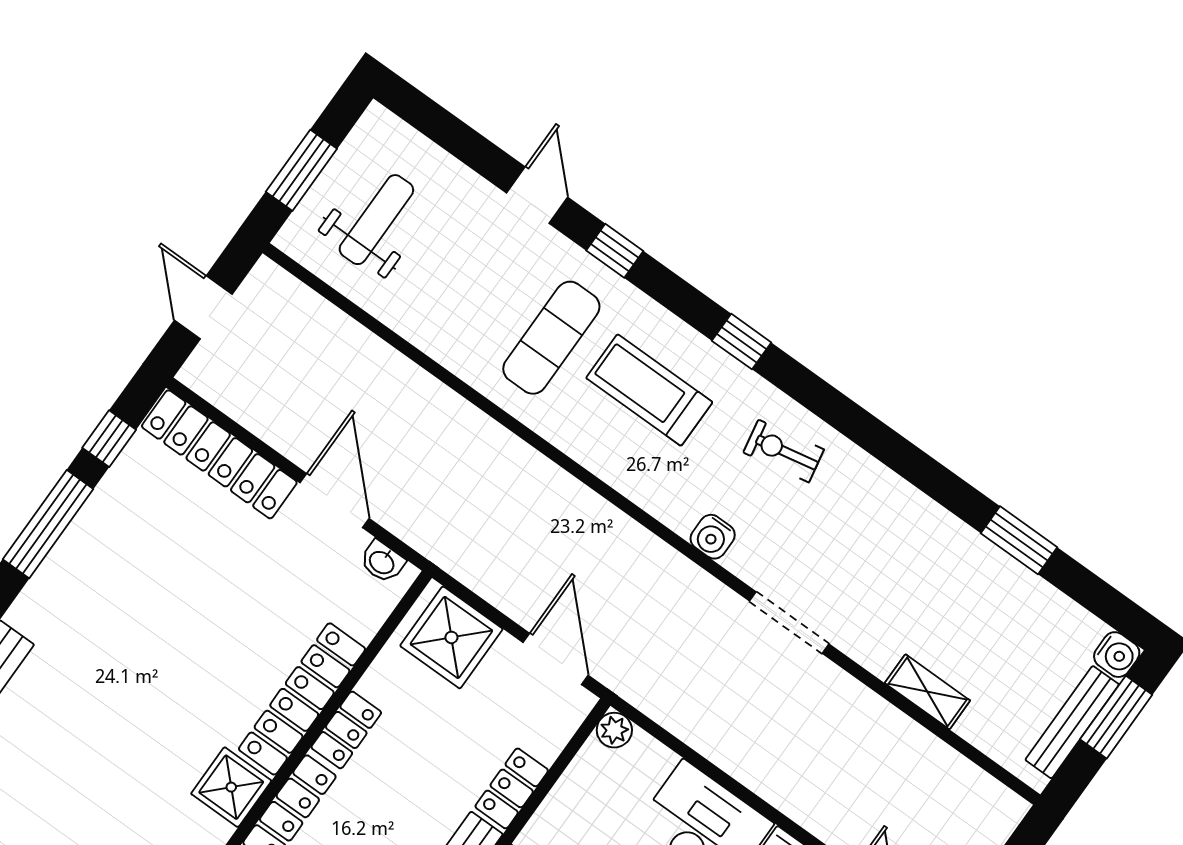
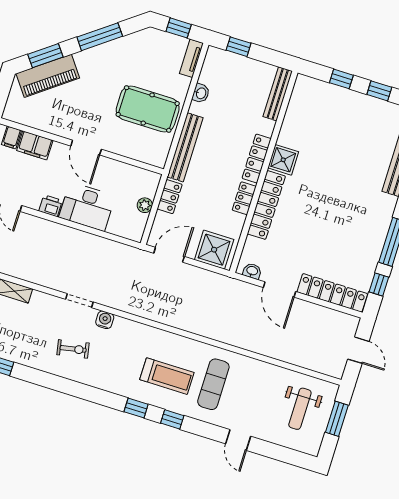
window: (615, 251) -> (172, 419), moved
exercise bike: (784, 451) -> (73, 349), moved
water cooler: (713, 537) -> (105, 320), moved
doorway: (789, 623) -> (79, 301), width x0.73
door: (556, 659) -> (169, 255), swing flipped
plant: (614, 730) -> (145, 205), moved

